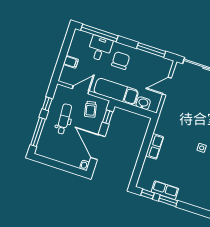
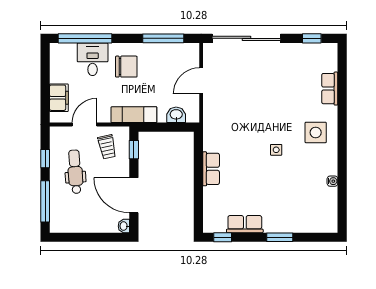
chair: (121, 61) -> (126, 67), turned 90
filing cabinet: (71, 62) -> (59, 98), width x2.00
exam couch: (116, 92) -> (134, 115), width x0.73, depth x0.69
window: (168, 201) -> (280, 237), moved

